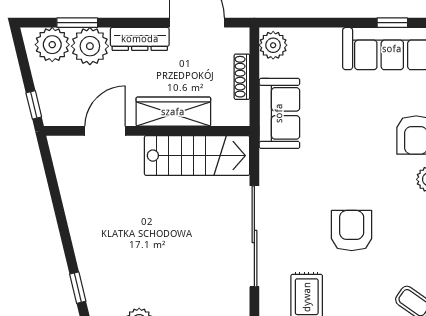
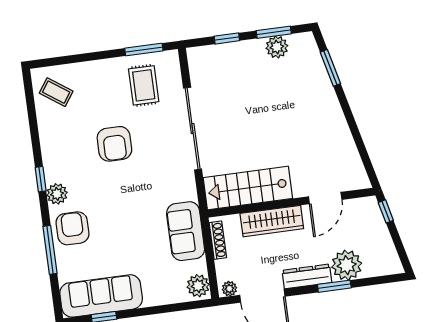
window: (77, 23) -> (334, 286), moved
plant: (52, 45) -> (229, 289), moved, width x0.53, depth x0.53
shoe rack: (242, 77) -> (218, 240), moved
window: (78, 288) -> (330, 68), width x1.50

